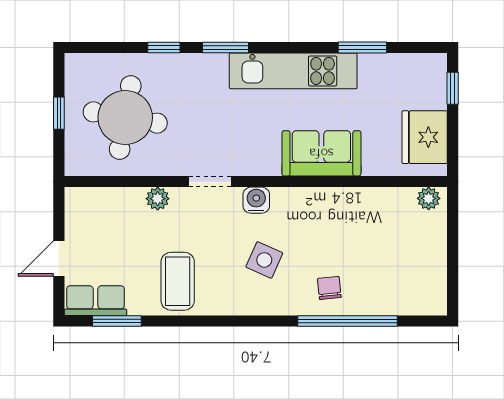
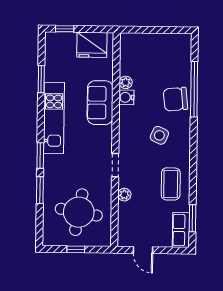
window: (164, 48) -> (40, 190), width x1.50
plant: (429, 198) -> (126, 82), moved
water cooler: (256, 200) -> (126, 97), moved
door: (59, 258) -> (143, 250), moved
coffee table: (178, 281) -> (171, 184), turned 90
chair: (329, 288) -> (175, 99), width x1.87, depth x1.87

